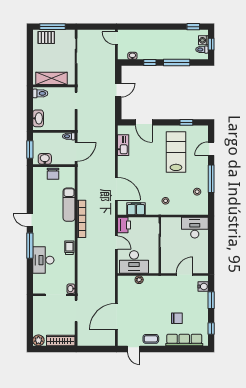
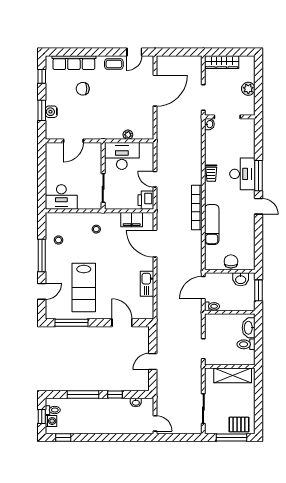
toilet: (40, 93) -> (246, 344), moved
window: (186, 122) -> (71, 323), width x2.17
kitchen sink: (123, 145) -> (147, 284), moved
desk: (43, 260) -> (242, 174), moved
desk: (134, 262) -> (122, 156), moved
water cooler: (203, 286) -> (51, 112), moved
plant: (38, 340) -> (248, 89), moved
door: (134, 349) -> (134, 52), swing flipped

